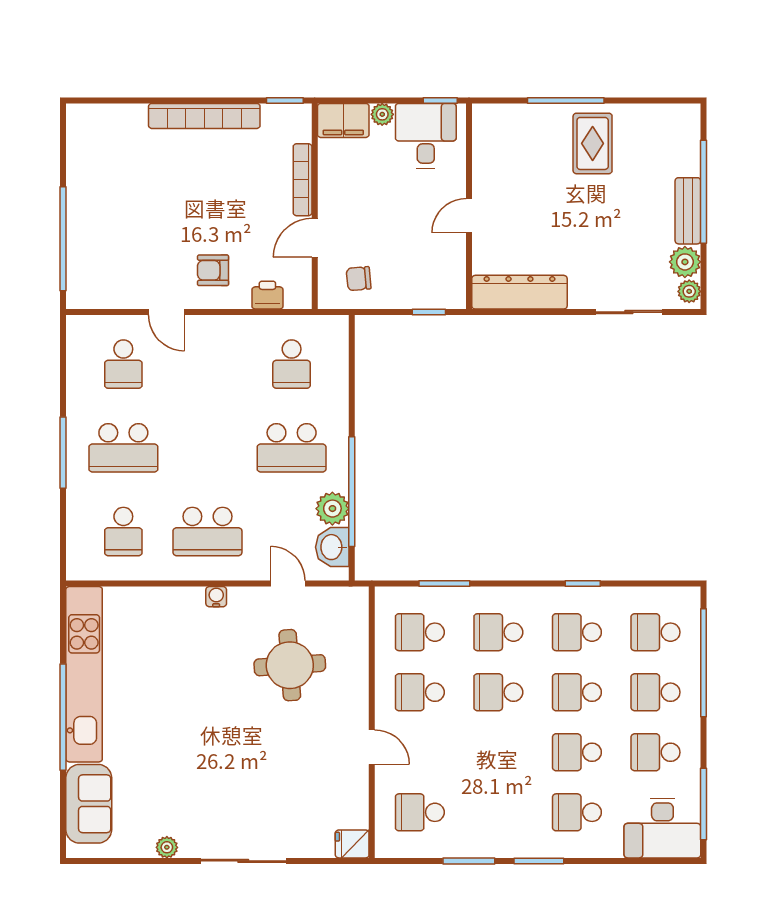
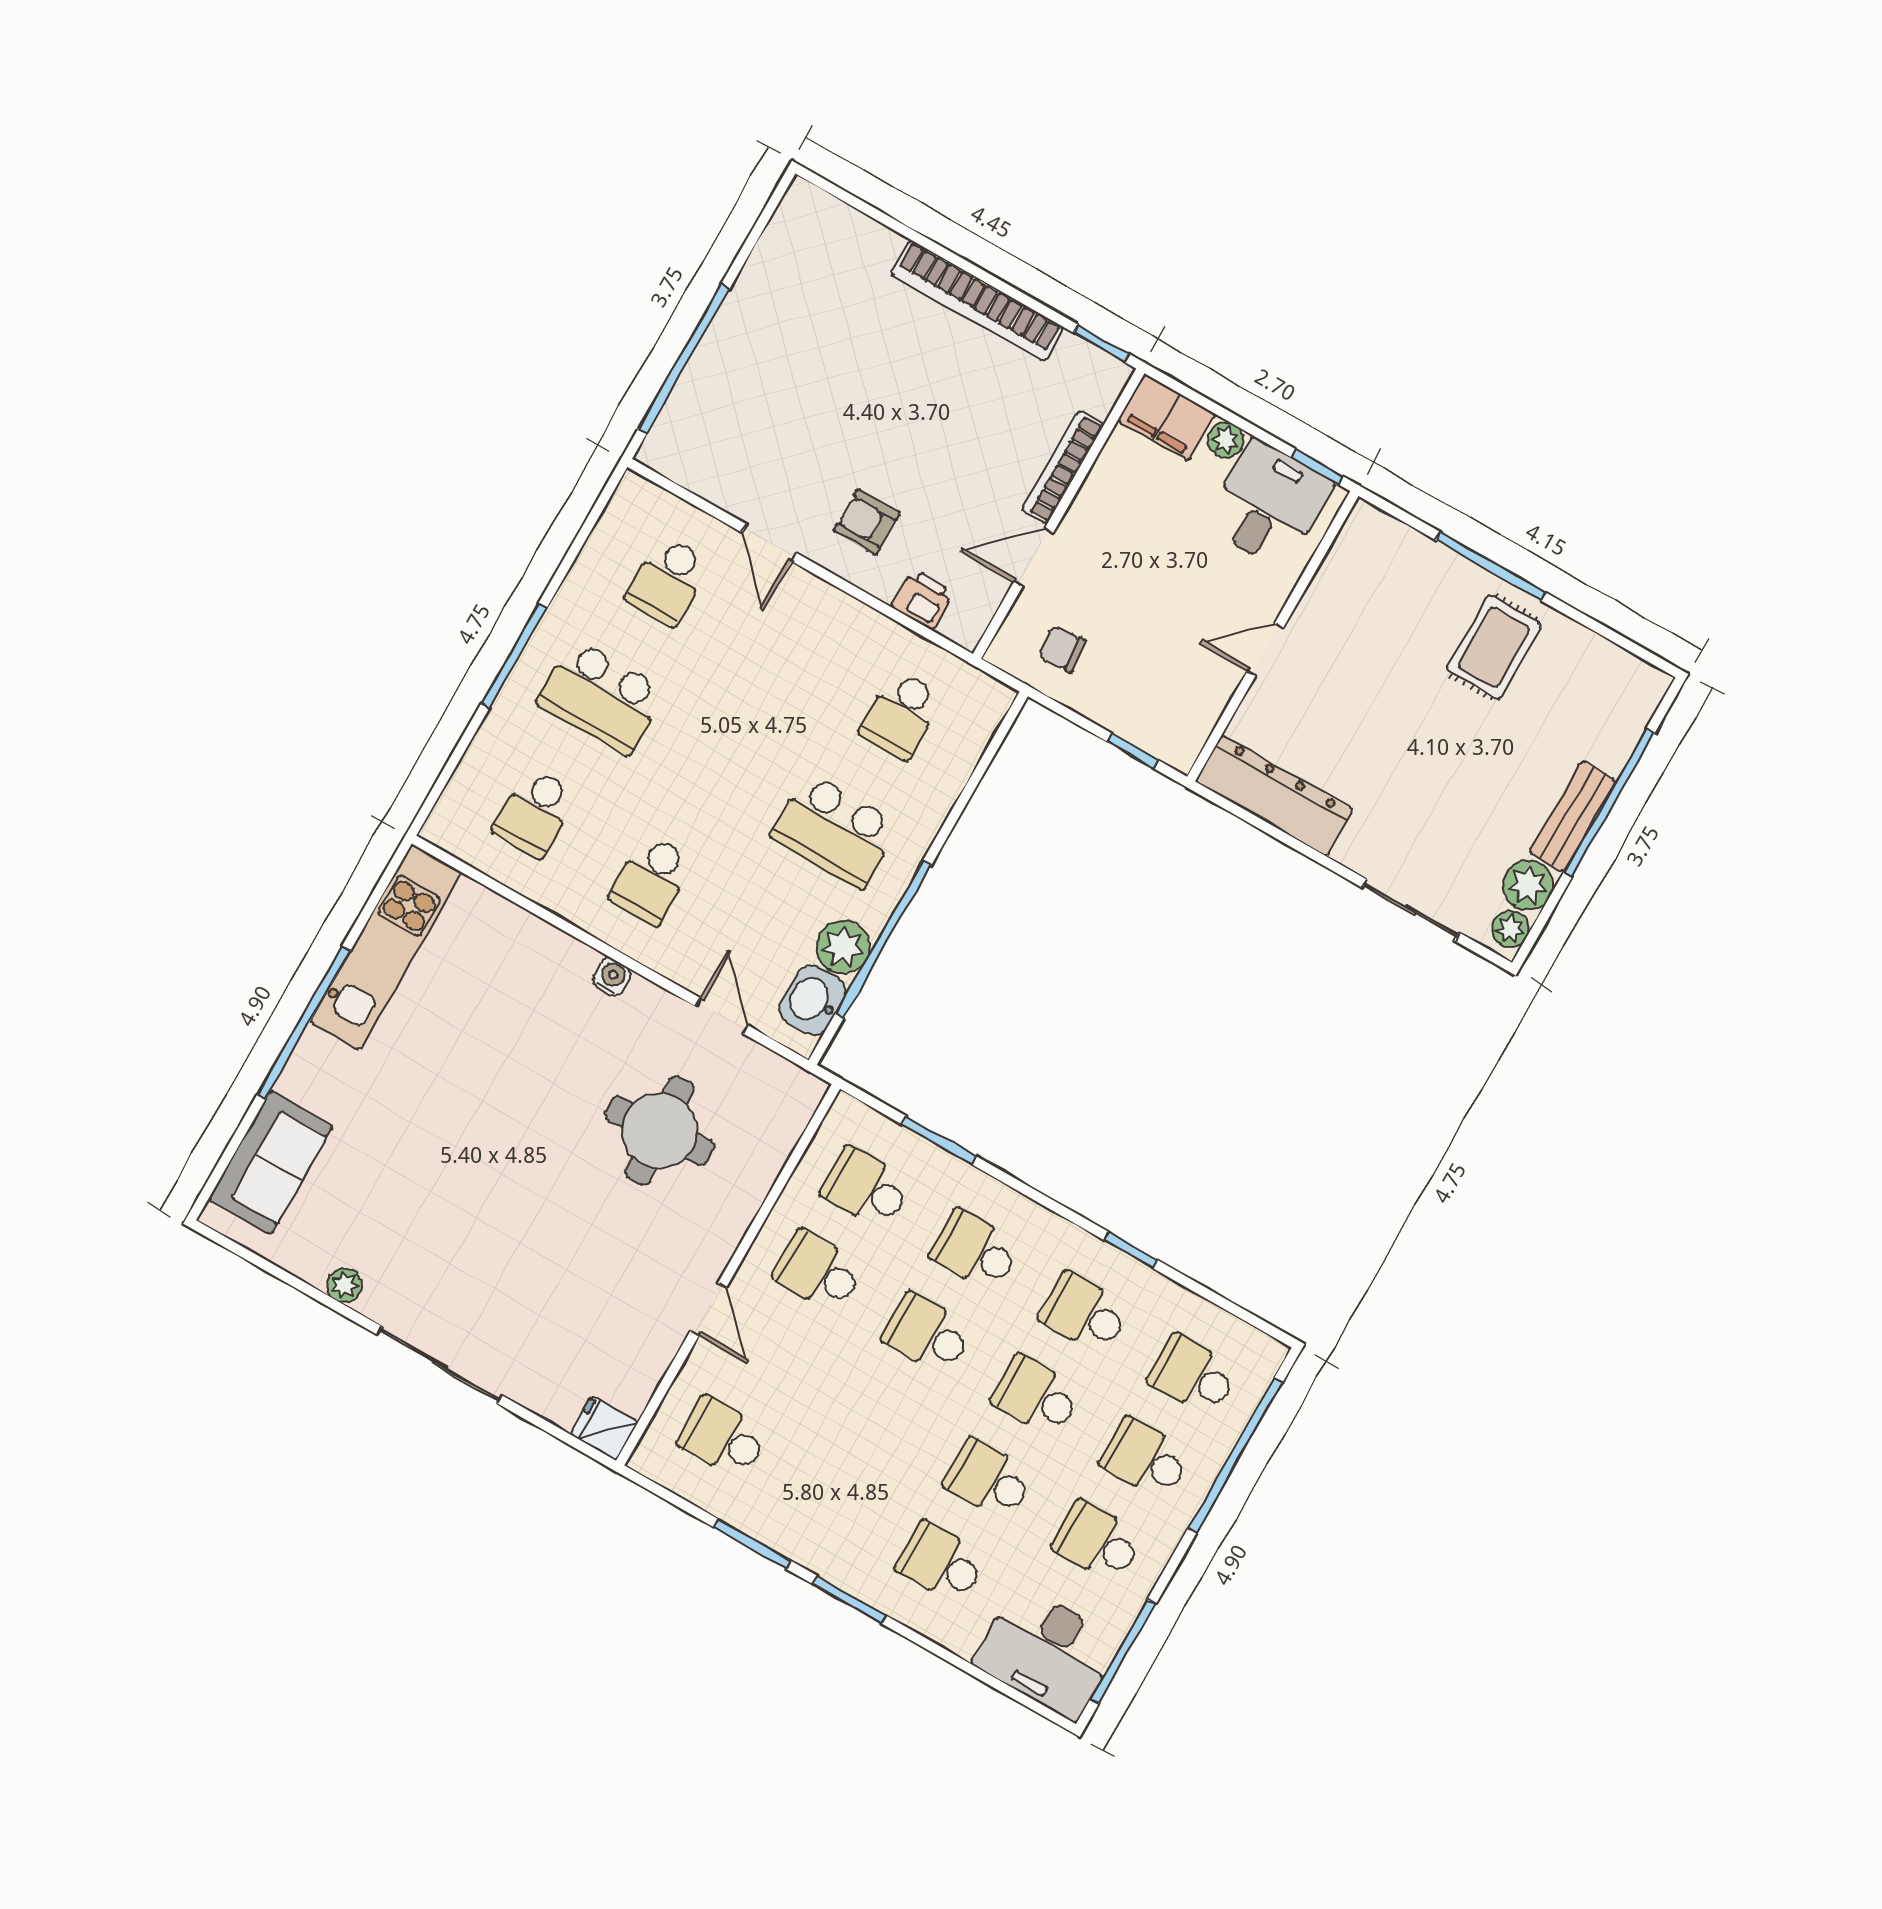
school desk: (207, 532) -> (652, 880), width x0.54
kitchen unit: (84, 674) -> (386, 947), width x0.73

